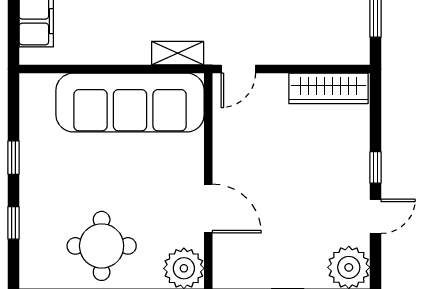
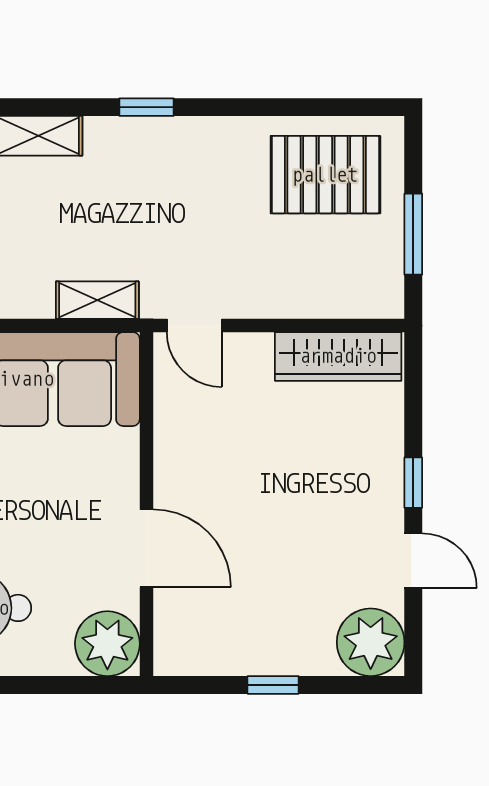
door: (238, 69) -> (194, 325), hinge flipped
door: (376, 216) -> (413, 561), hinge flipped

